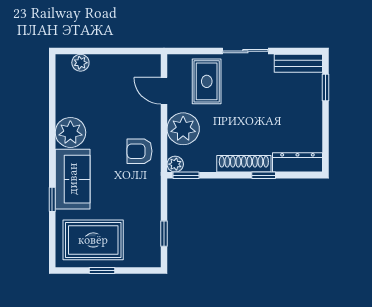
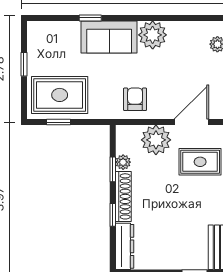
door: (164, 91) -> (191, 122), width x1.38
plant: (175, 164) -> (123, 162), moved
window: (186, 175) -> (113, 169), moved
rug: (93, 240) -> (60, 95), moved, turned 90

